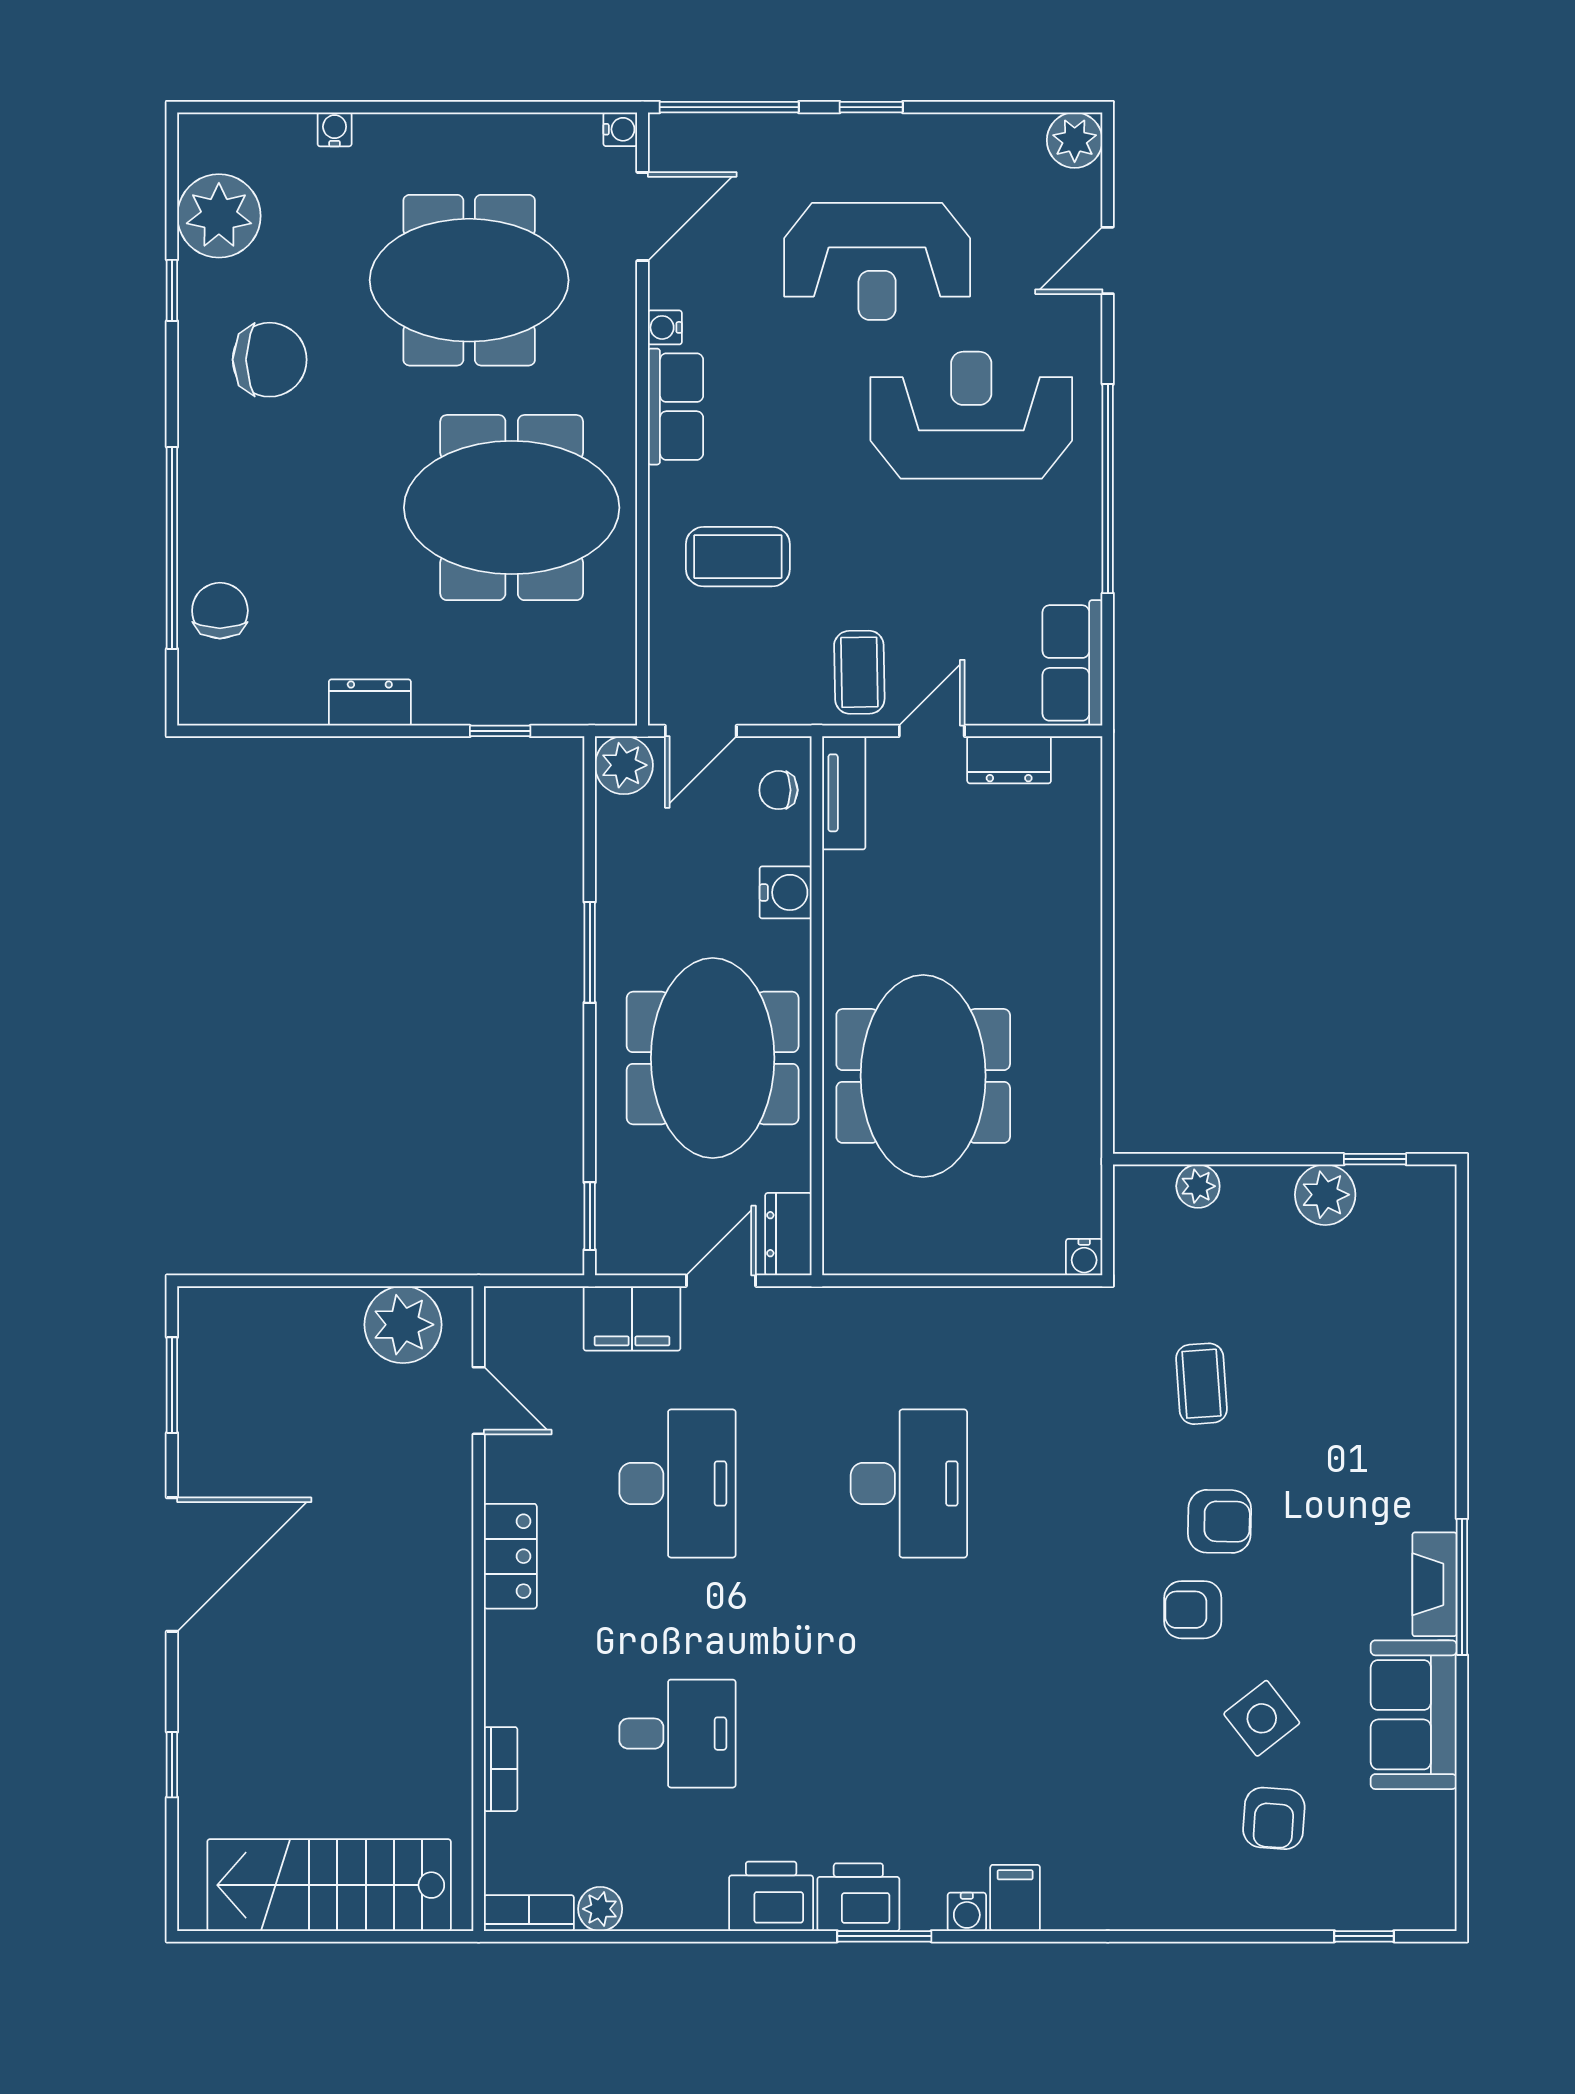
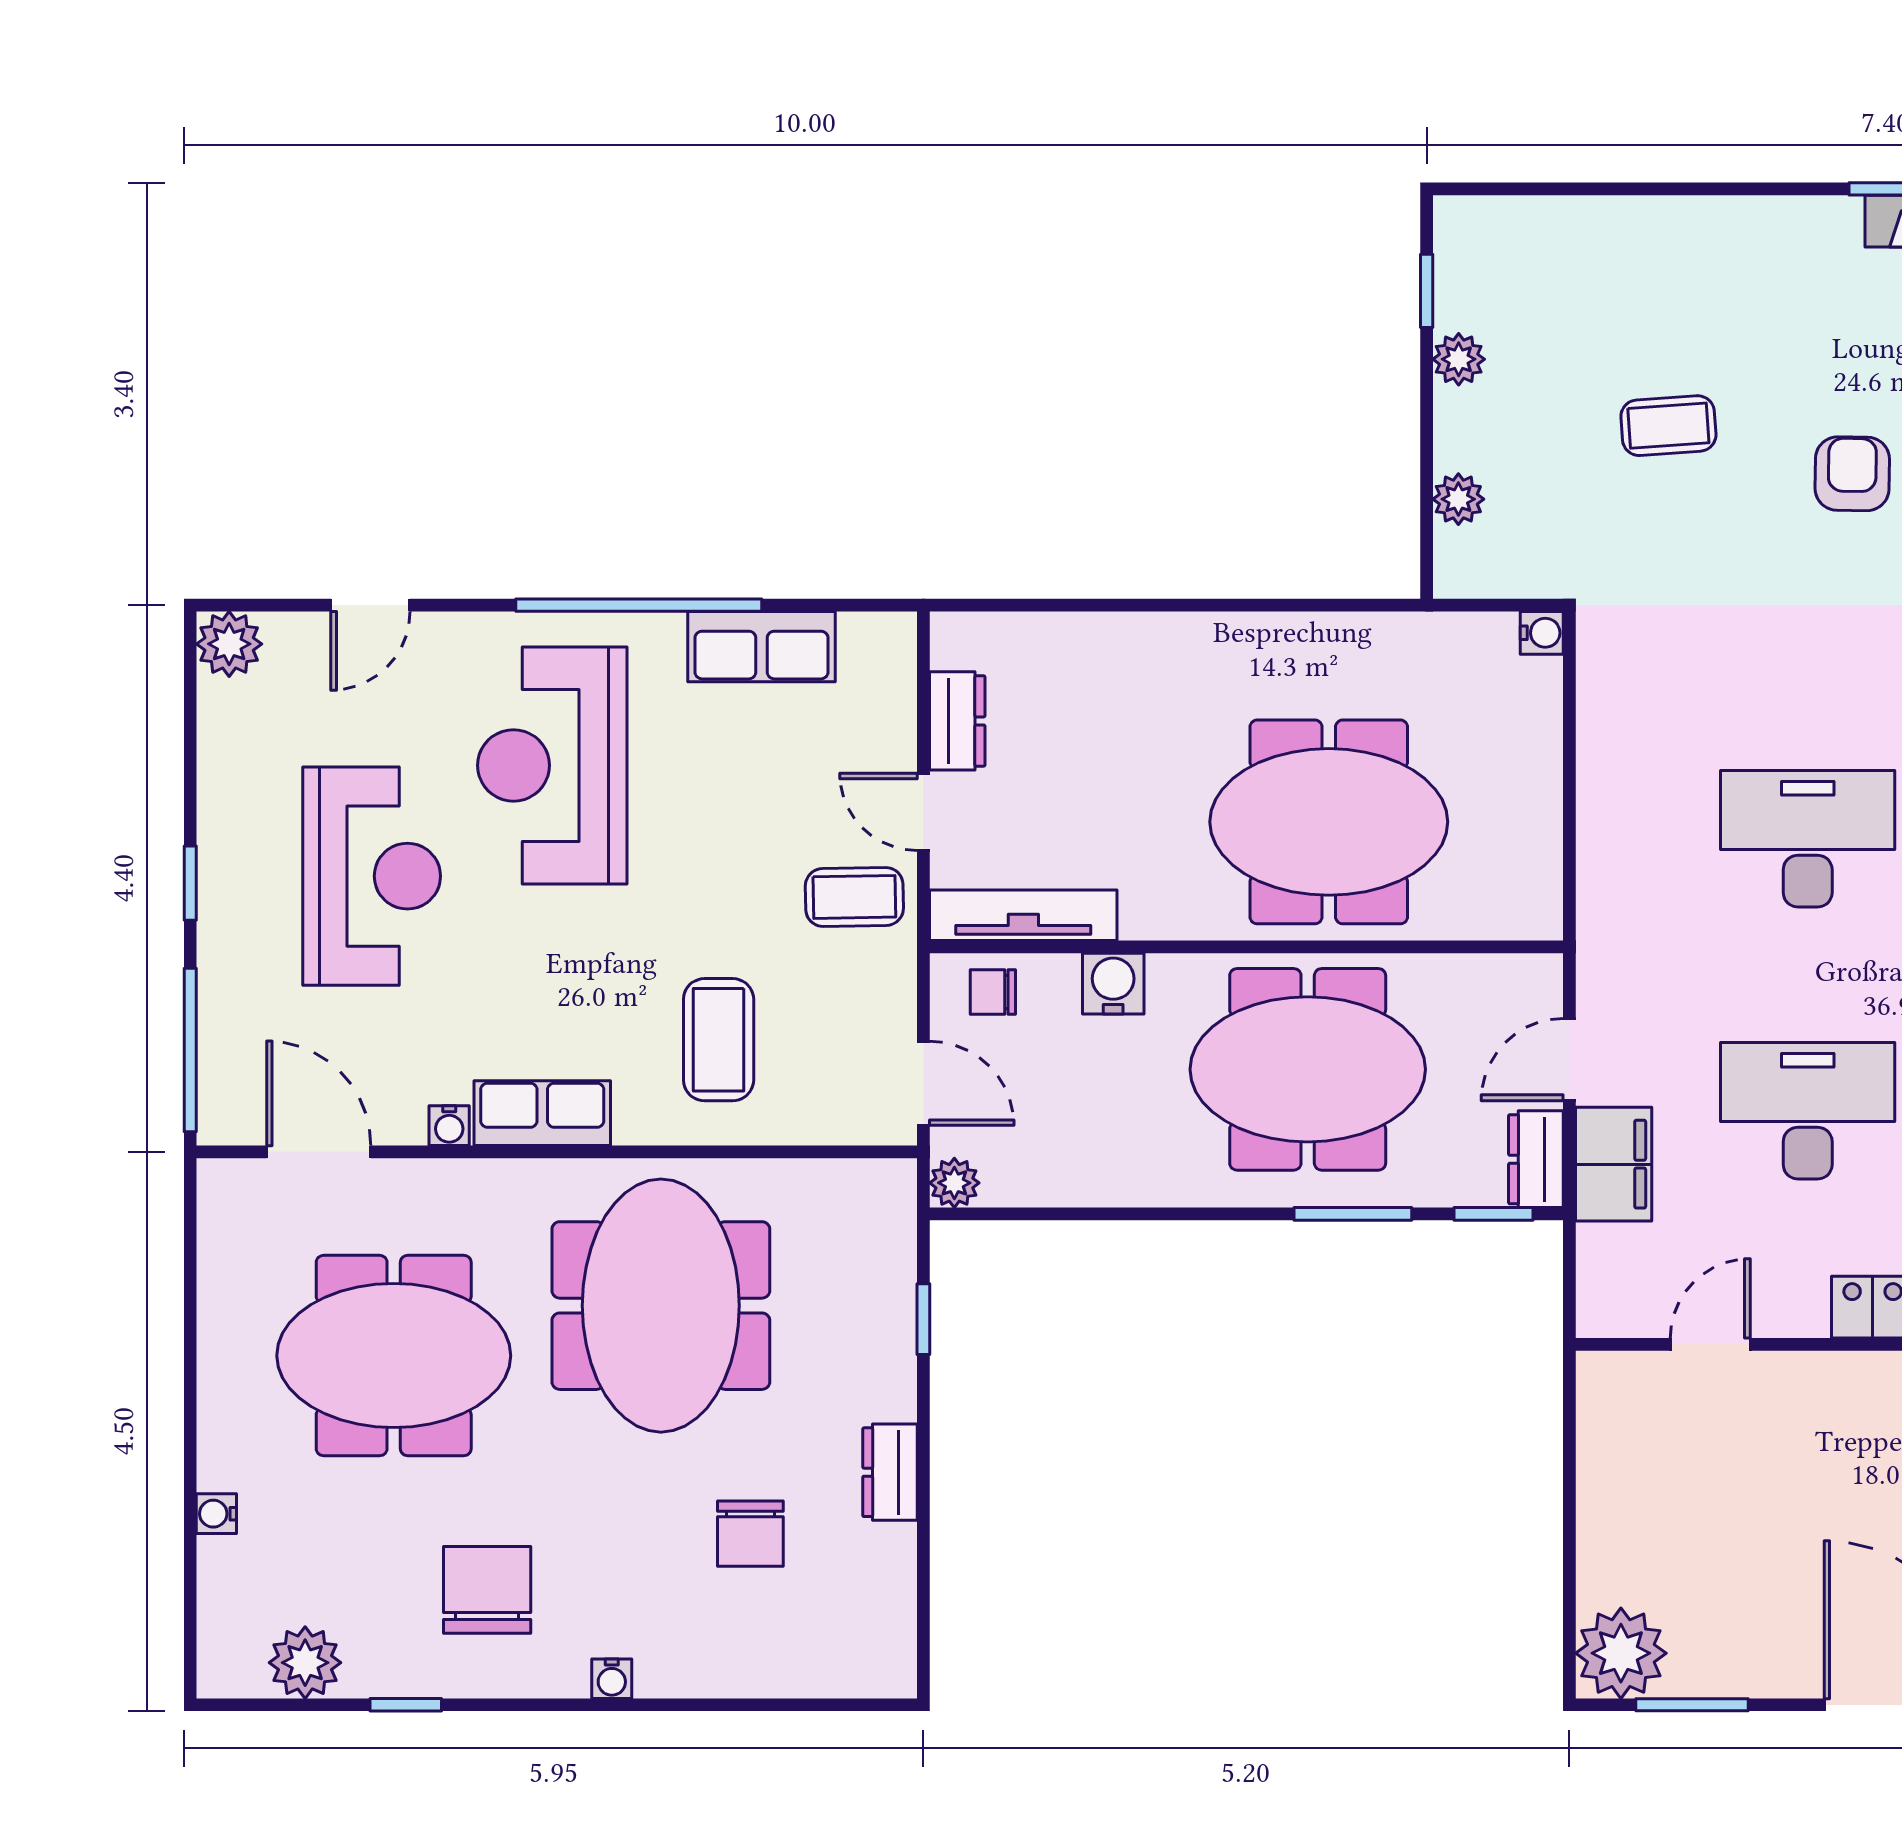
water cooler: (620, 129) -> (612, 1679), moved, turned 180
plant: (219, 216) -> (305, 1663), width x0.73, depth x0.73
door: (1108, 260) -> (370, 605), hinge flipped
meeting table: (469, 280) -> (394, 1356), turned 90
window: (172, 548) -> (708, 1705), removed
chair: (220, 611) -> (750, 1534), moved, turned -90
row of seats: (1072, 663) -> (762, 647), moved
plant: (624, 765) -> (954, 1183), width x0.73, depth x0.73
chair: (778, 790) -> (993, 992), turned 90
tv unit: (844, 793) -> (1023, 915), width x1.41
window: (590, 952) -> (1353, 1214), moved
plant: (1325, 1195) -> (1459, 359), width x0.73, depth x0.73
dresser: (788, 1234) -> (1536, 1159), moved, turned 90
door: (721, 1281) -> (1569, 1060), hinge flipped
plant: (403, 1325) -> (1621, 1653), moved
coffee table: (1201, 1384) -> (1668, 426), moved

